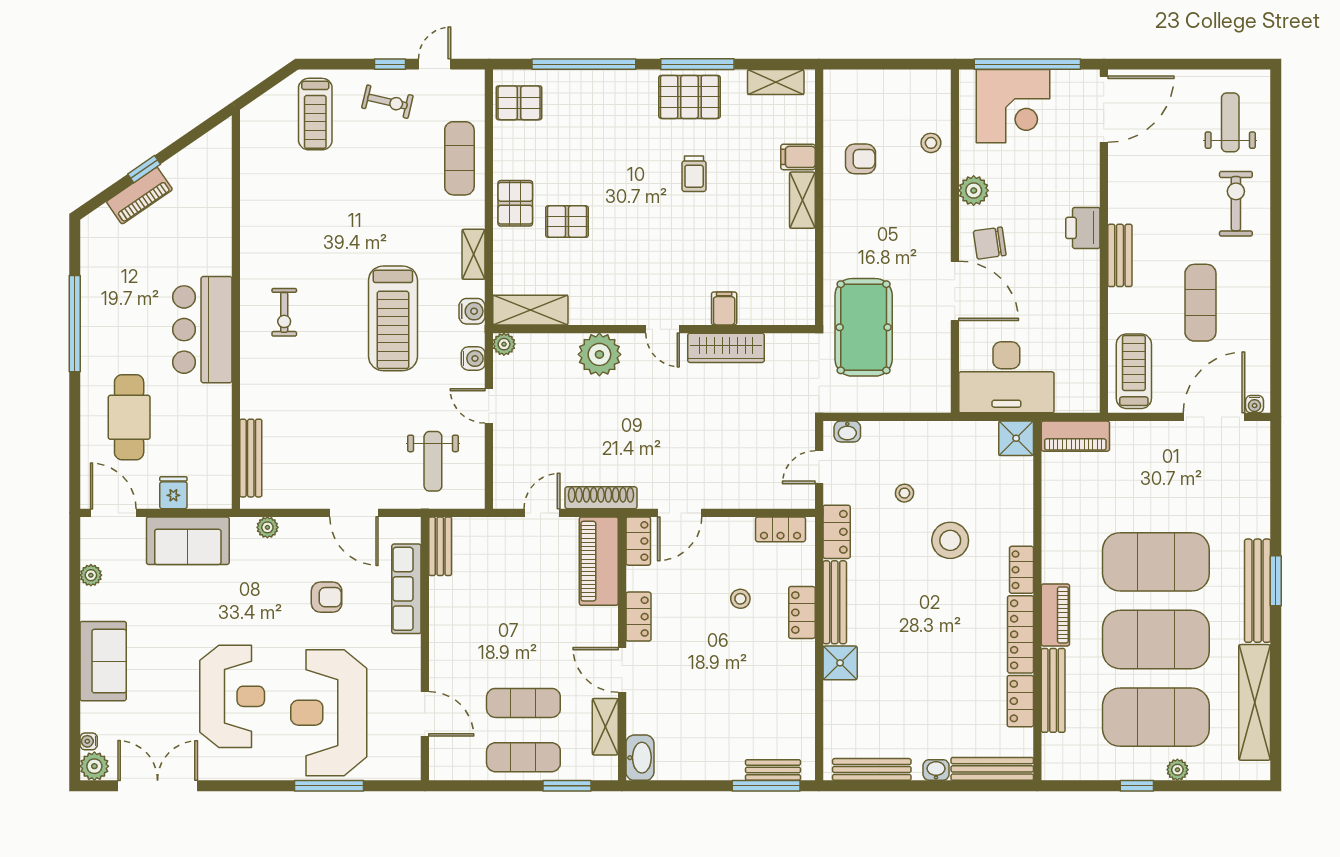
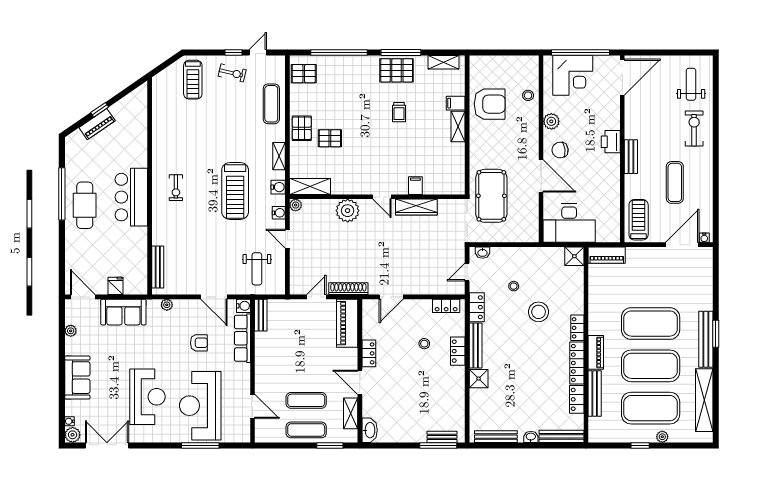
armchair: (860, 159) -> (490, 104), width x1.88, depth x1.88
cafe table: (129, 417) -> (85, 205), moved
water cooler: (408, 529) -> (244, 306), added
locker: (638, 541) -> (369, 312), removed

